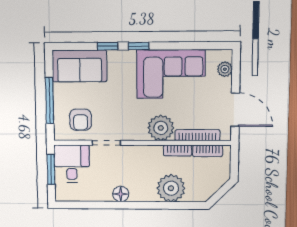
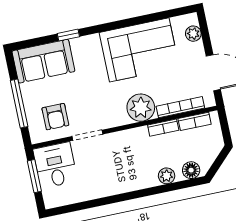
window: (139, 46) -> (100, 28), removed
plant: (171, 188) -> (167, 176), width x0.53, depth x0.53
floor lamp: (121, 194) -> (191, 170), moved

